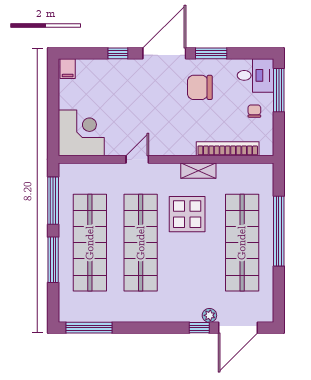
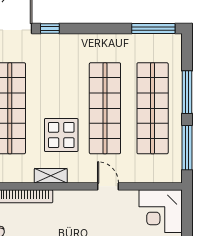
door: (137, 159) -> (108, 186), swing flipped
plant: (209, 315) -> (40, 40), removed

